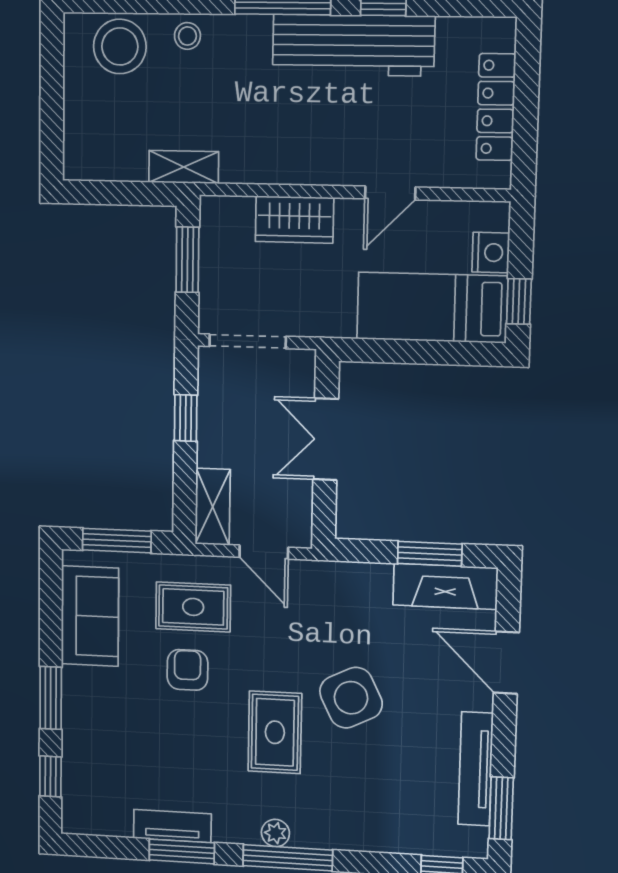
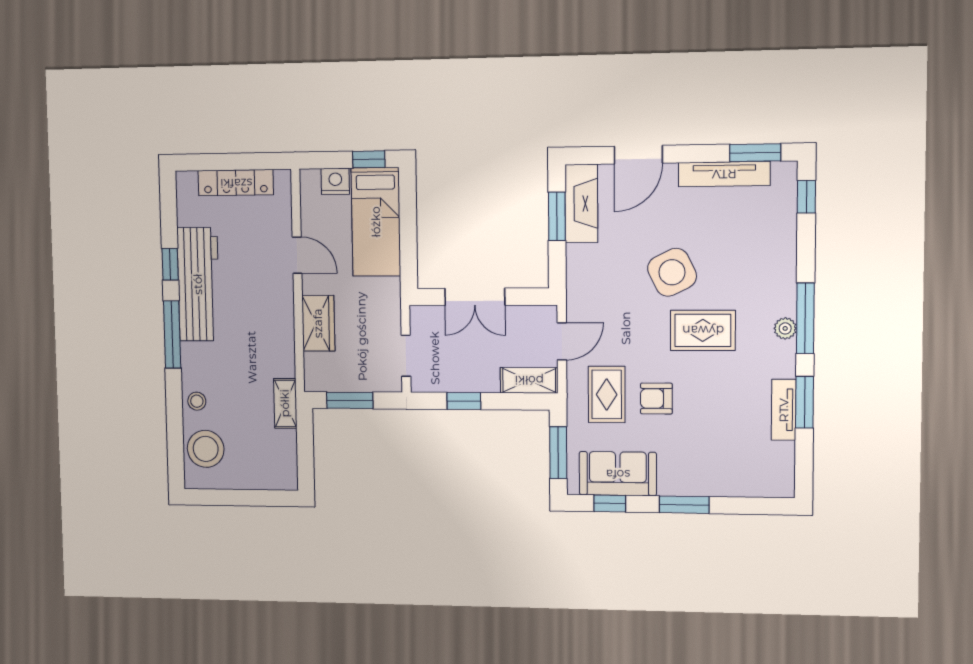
doorway: (248, 341) -> (406, 356), width x0.73
window: (51, 776) -> (610, 503), moved

